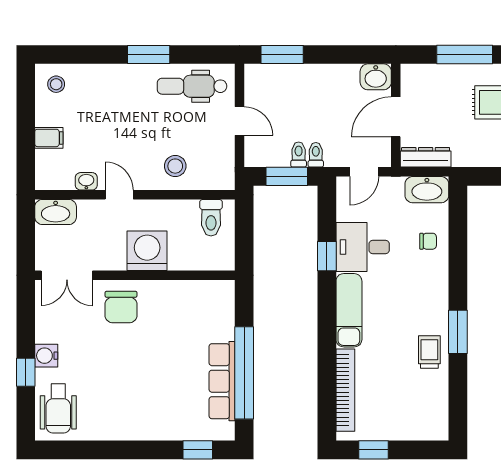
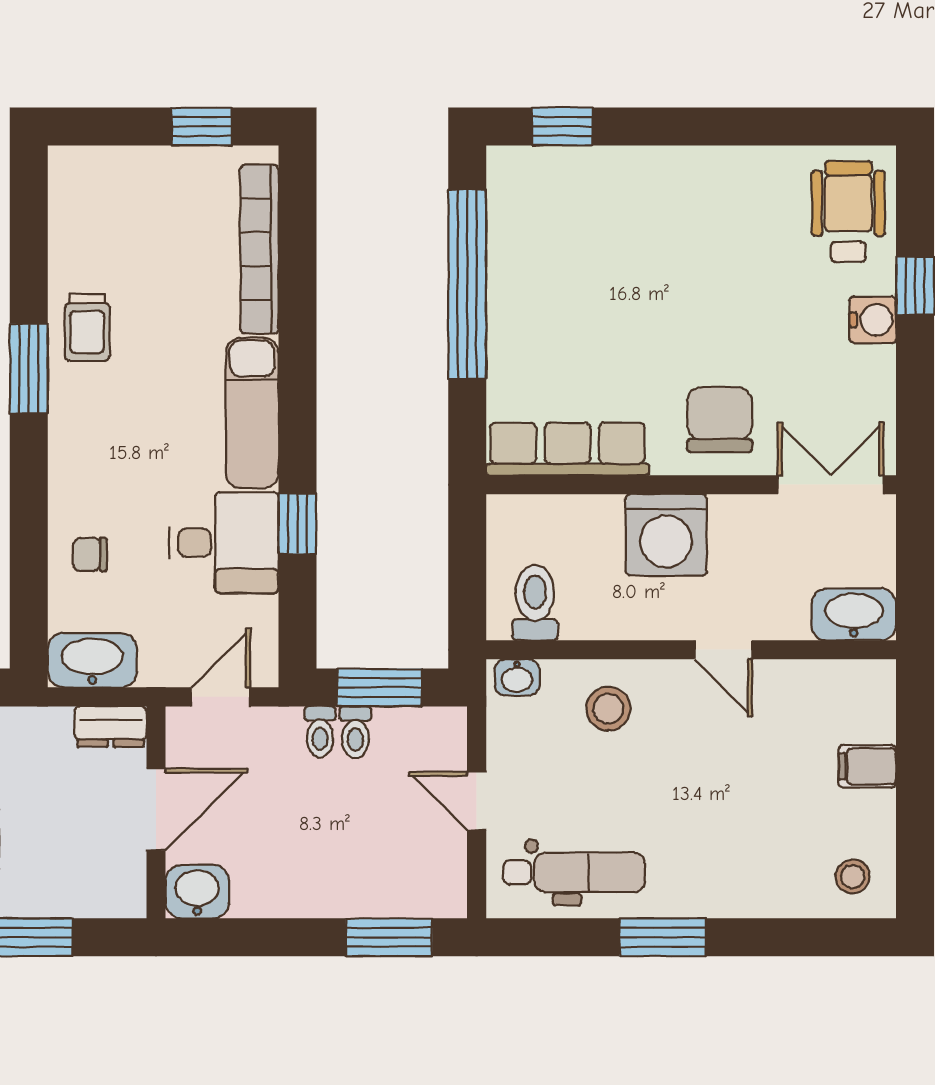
dresser: (426, 157) -> (111, 727), width x0.70
washbasin: (86, 181) -> (517, 677), moved
row of seats: (222, 381) -> (568, 449), moved, turned -90

